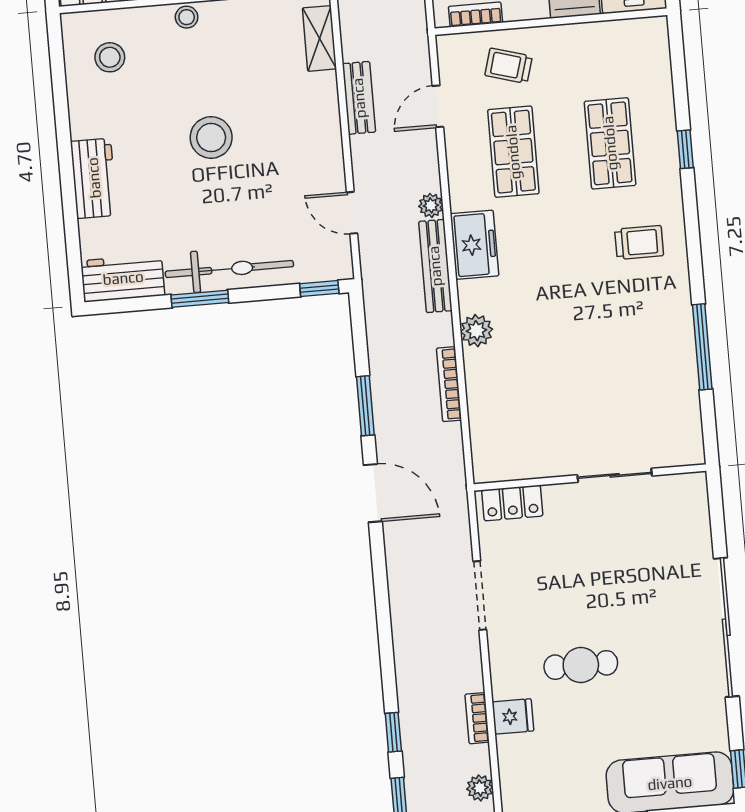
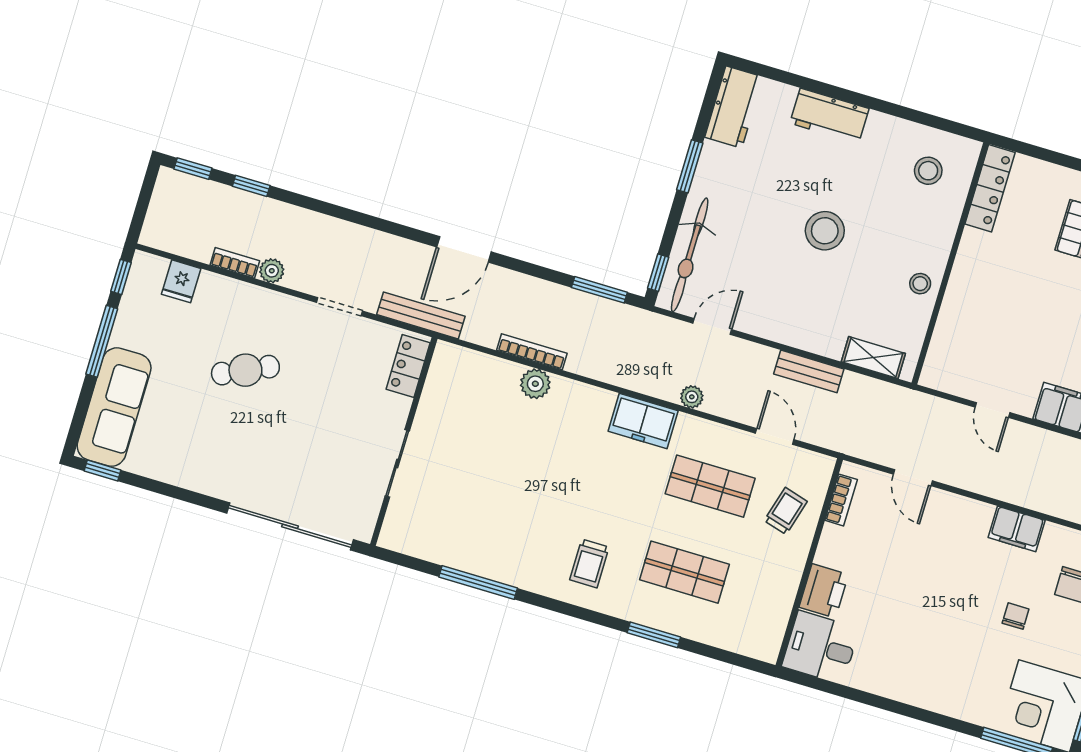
stool: (187, 17) -> (920, 284), moved
window: (685, 149) -> (654, 635), width x1.50
bench: (435, 266) -> (421, 315), moved
bicycle: (229, 269) -> (690, 255), moved
plant: (476, 331) -> (535, 384), moved
window: (365, 406) -> (599, 290), moved
doorway: (480, 596) -> (340, 307), width x0.73
sliding door: (726, 627) -> (290, 526), moved
cafe table: (581, 665) -> (245, 370), turned 65
fridge: (513, 716) -> (181, 281), moved
plant: (480, 788) -> (272, 271), moved

